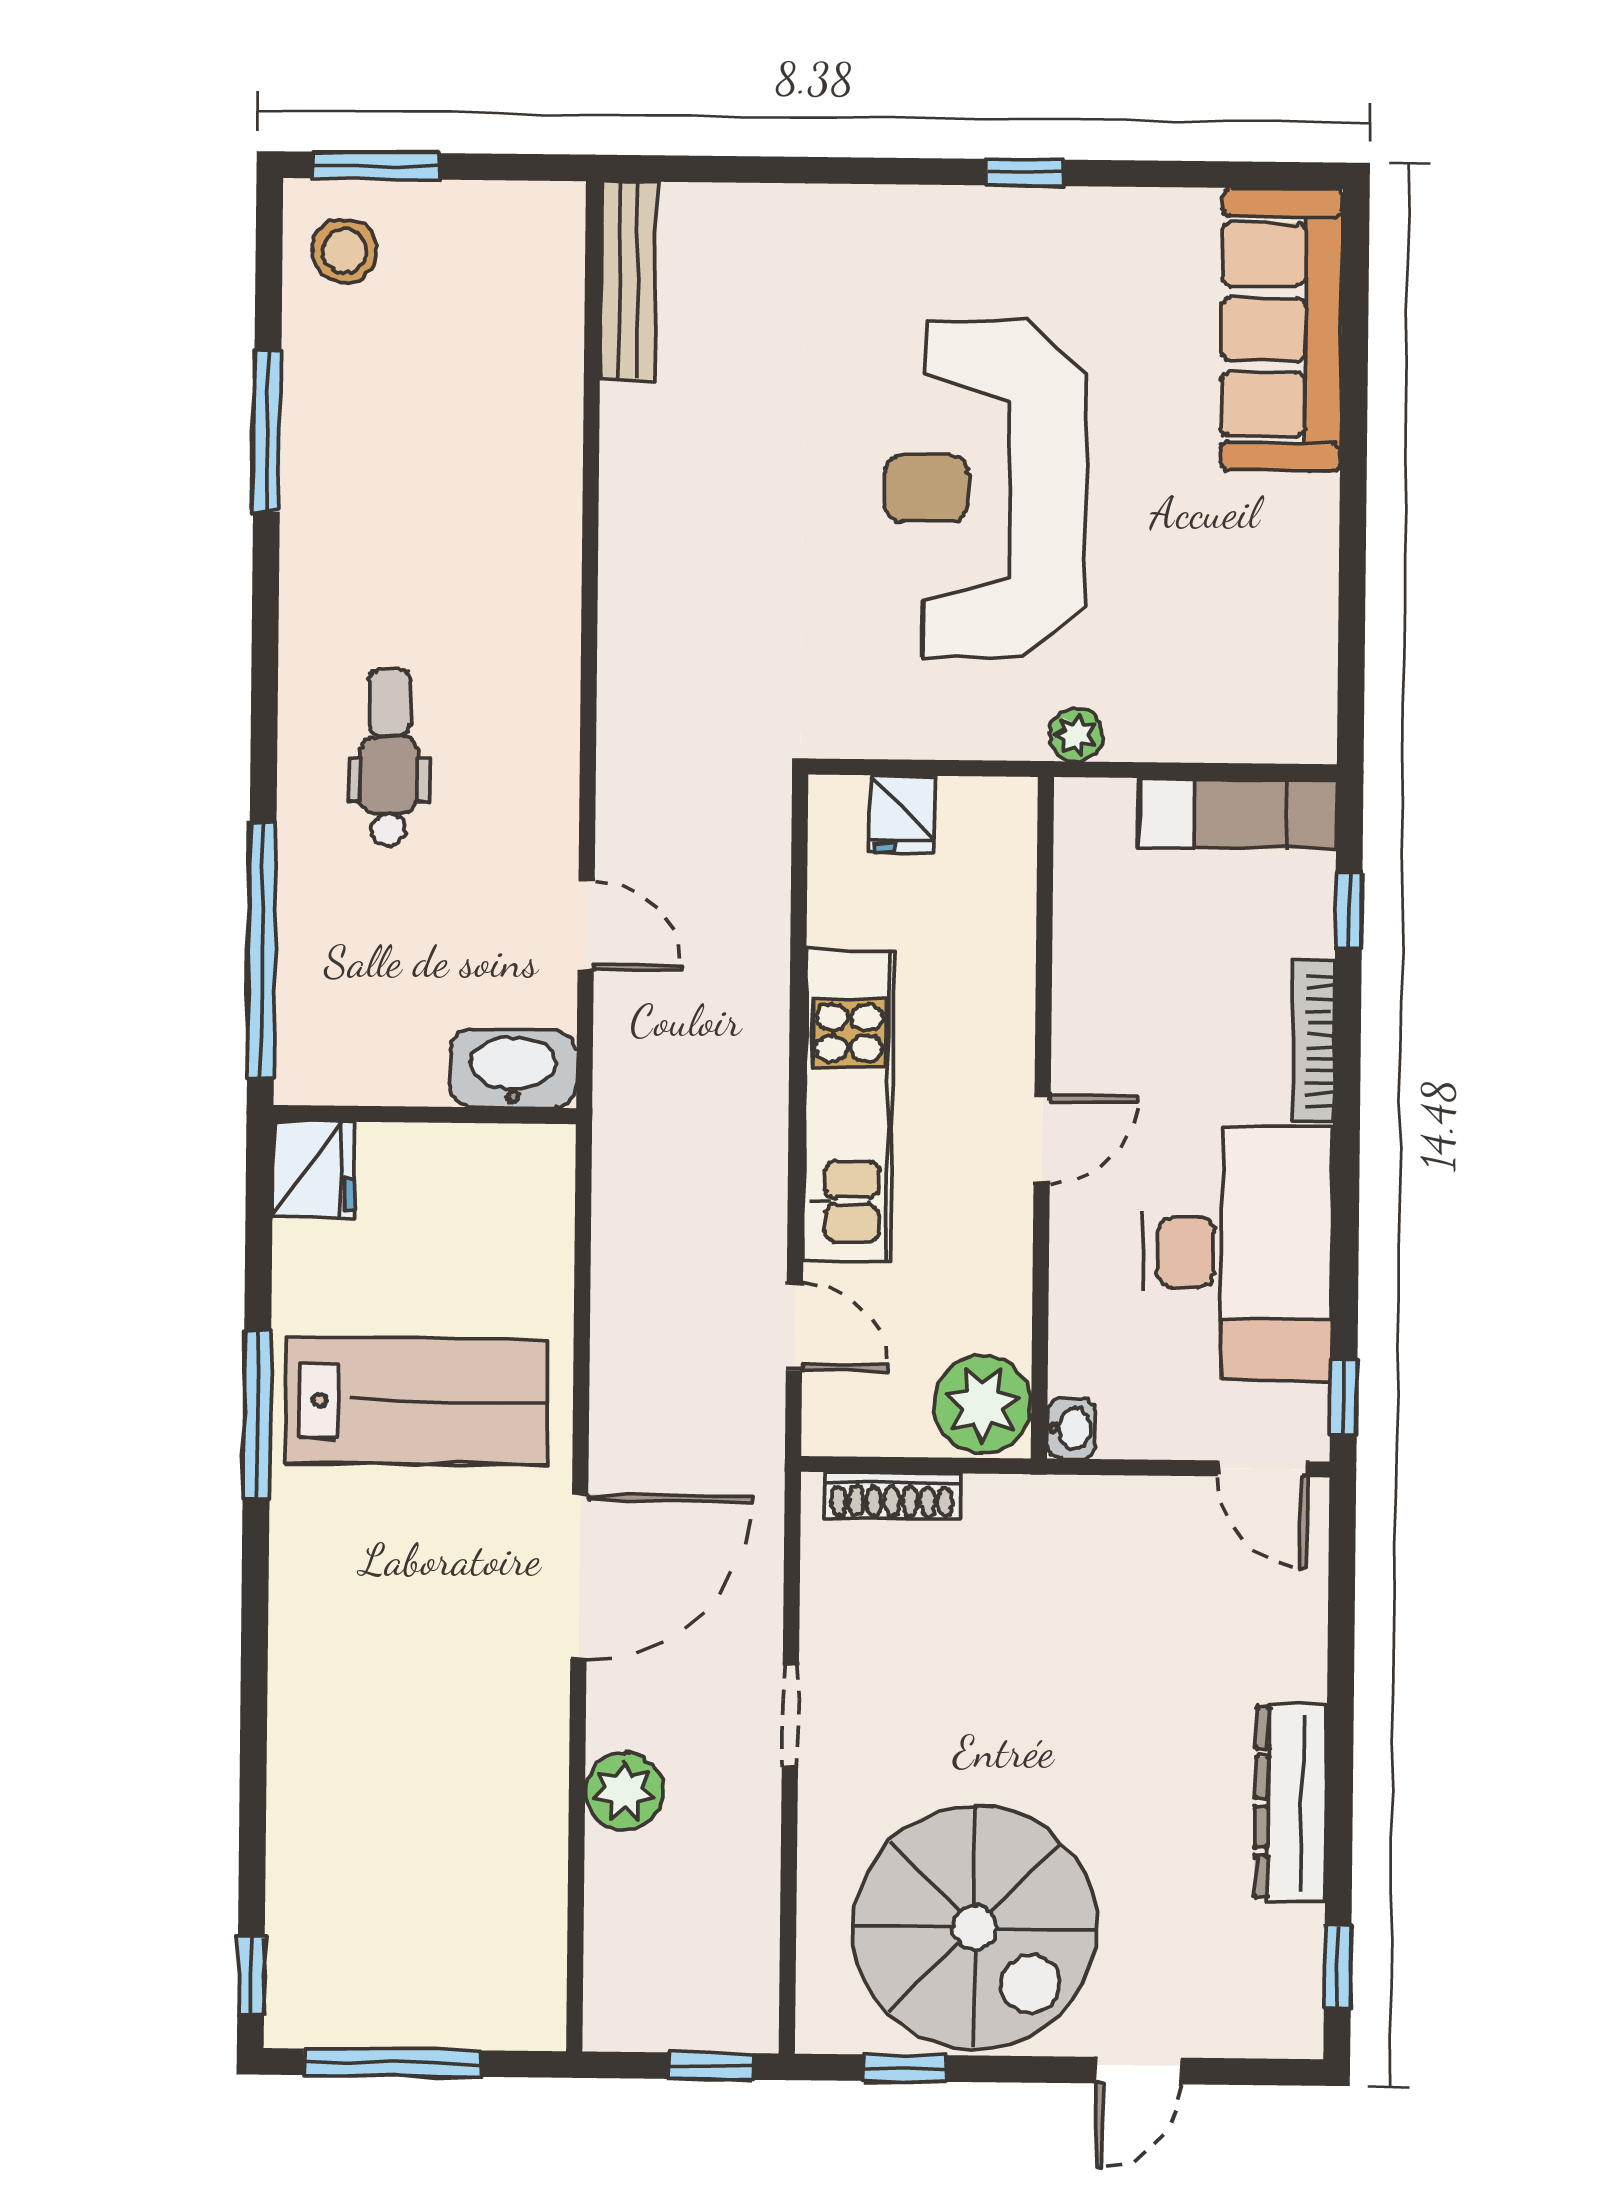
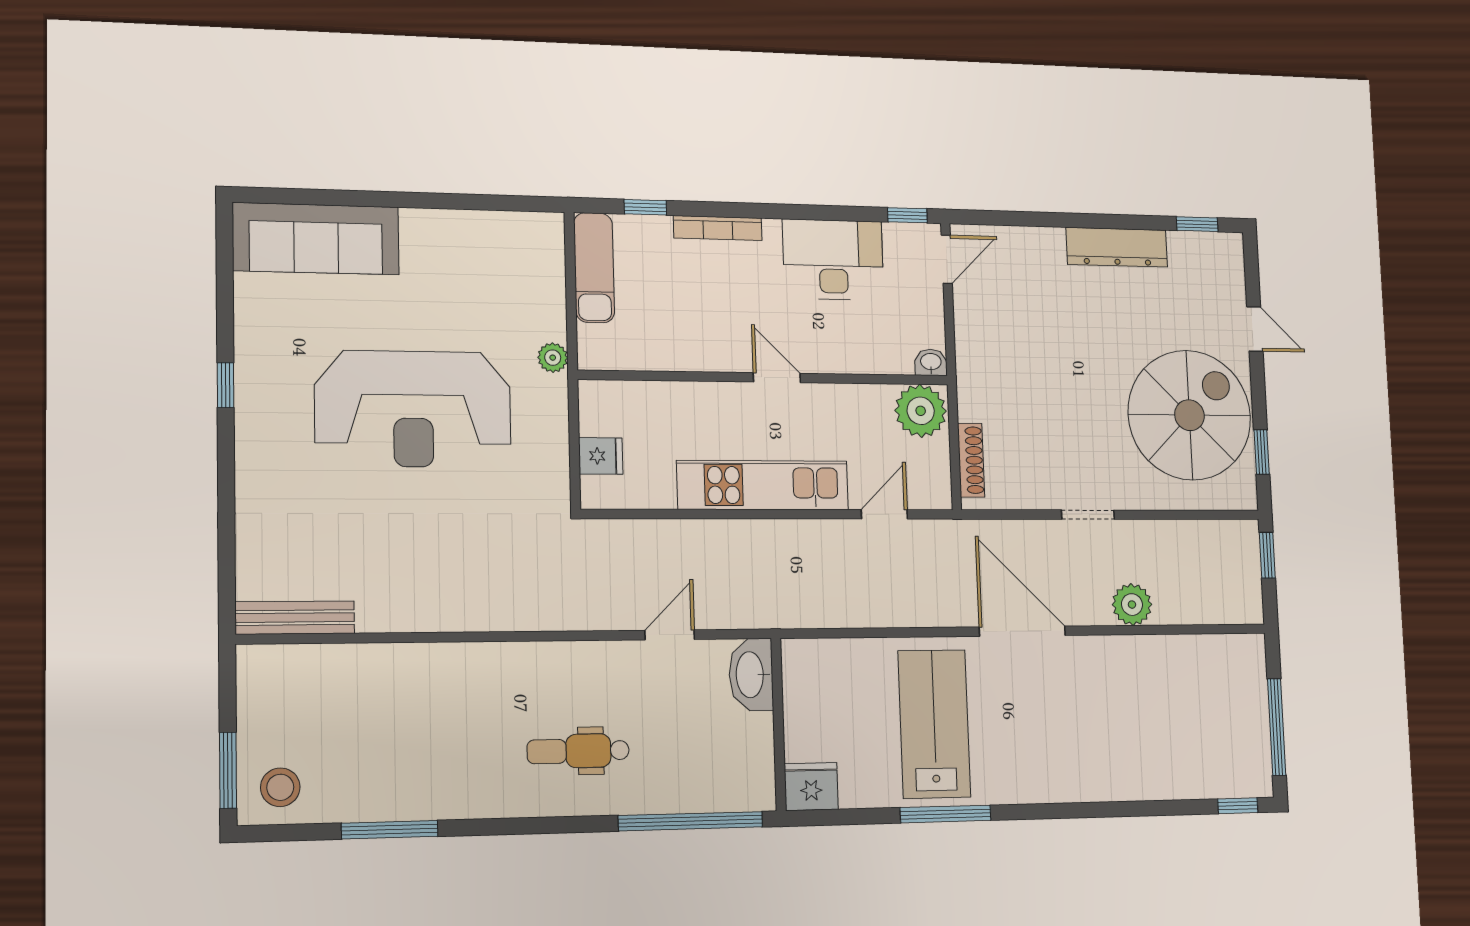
desk: (1237, 1253) -> (833, 260), width x0.73, depth x0.77

